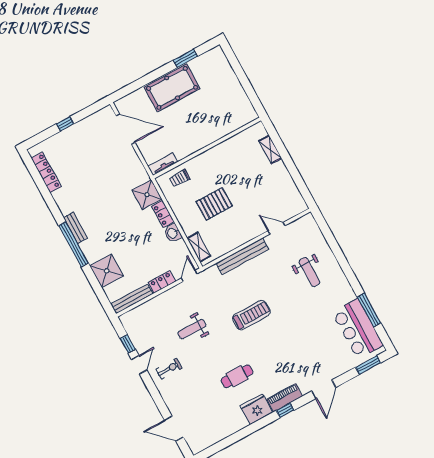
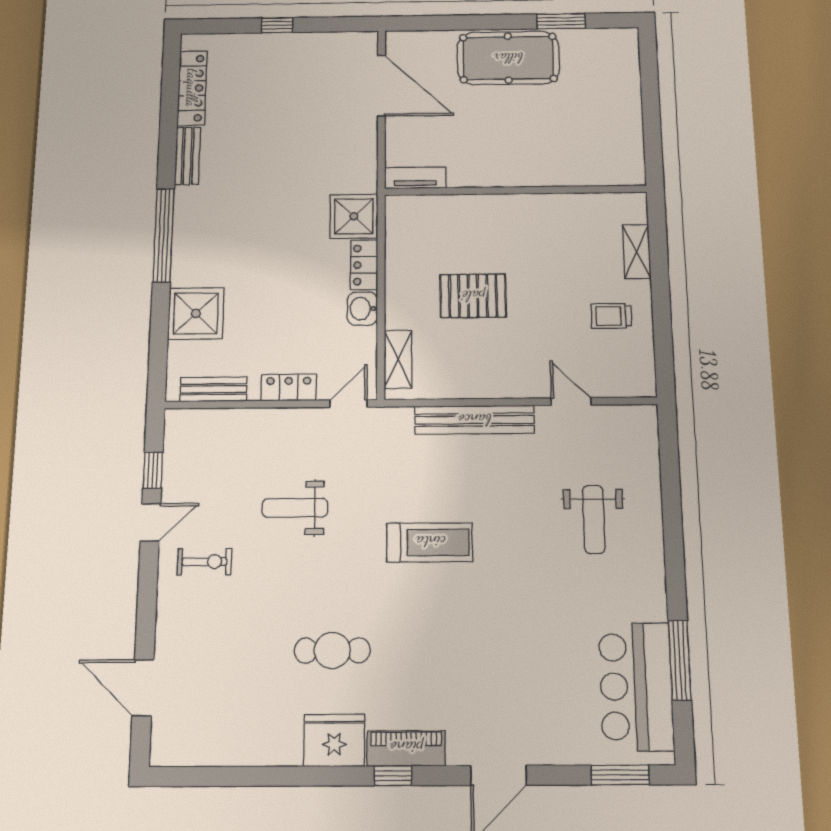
trolley: (180, 178) -> (611, 316), moved
bench: (76, 228) -> (188, 156), moved
bench: (132, 299) -> (213, 389), width x0.73

